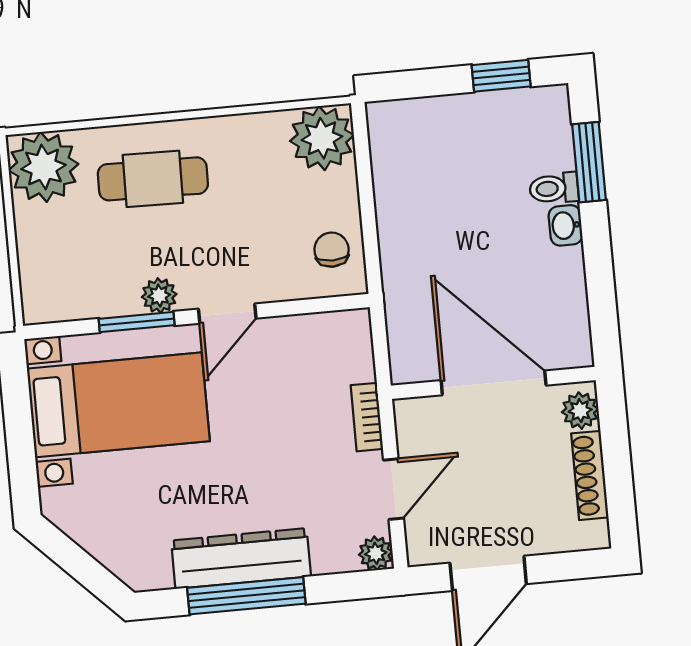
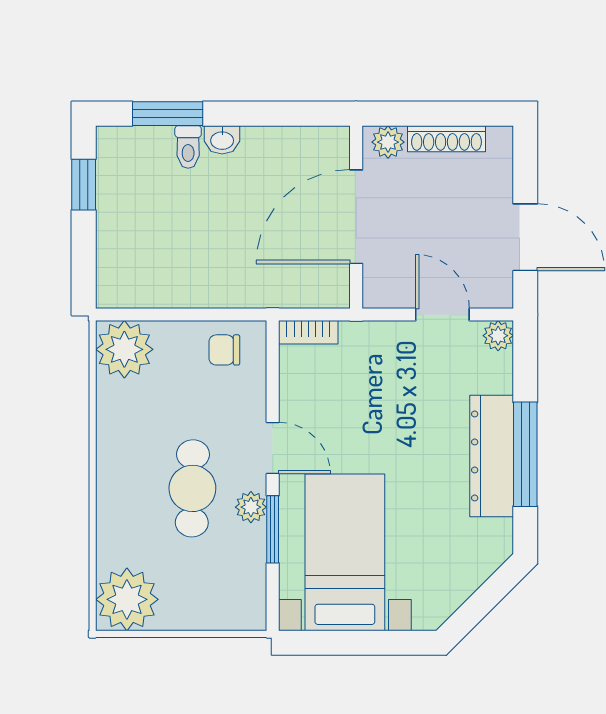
cafe table: (153, 179) -> (192, 488), moved
bookcase: (367, 417) -> (308, 332), moved

